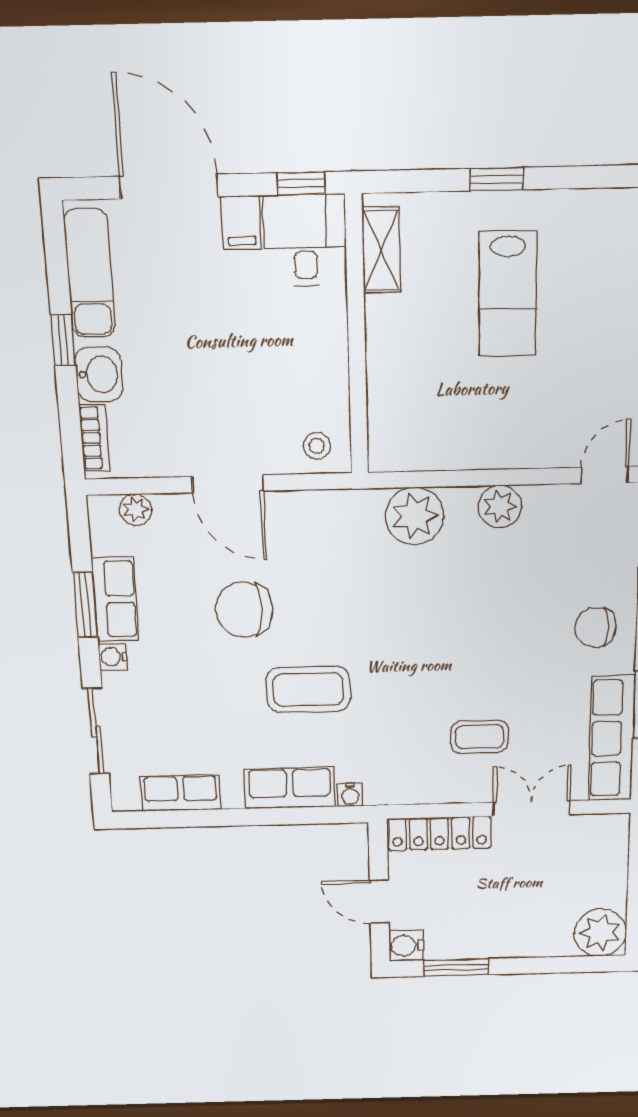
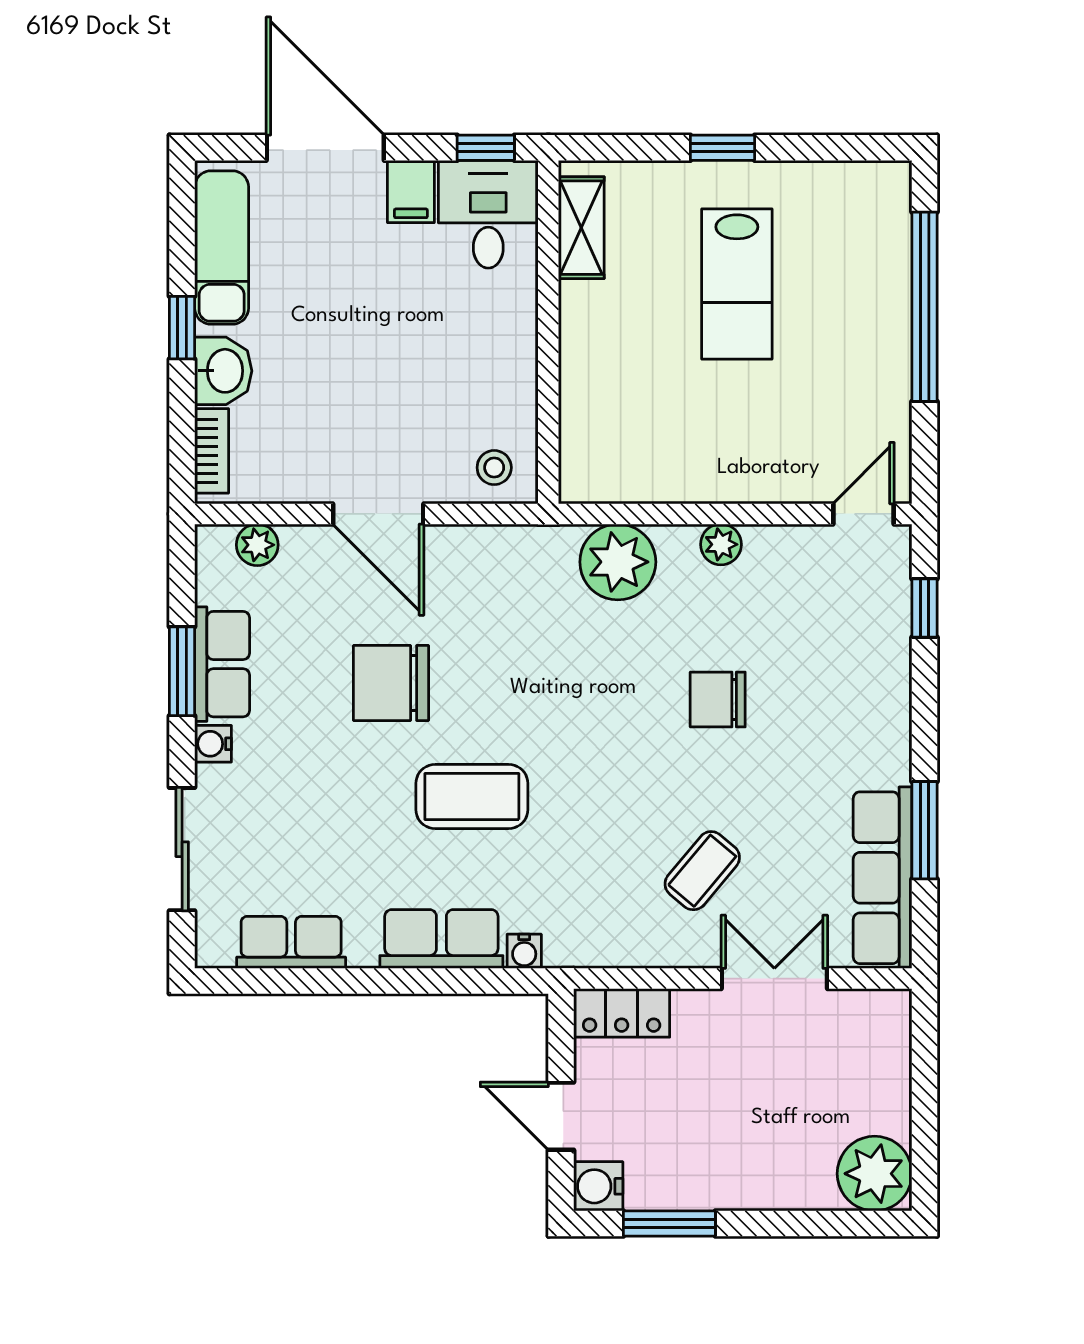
plant: (500, 506) -> (721, 544), width x0.73, depth x0.73
chair: (595, 627) -> (718, 699), moved
coffee table: (479, 737) -> (702, 871), turned -50
locker: (440, 833) -> (622, 1013), width x0.66

